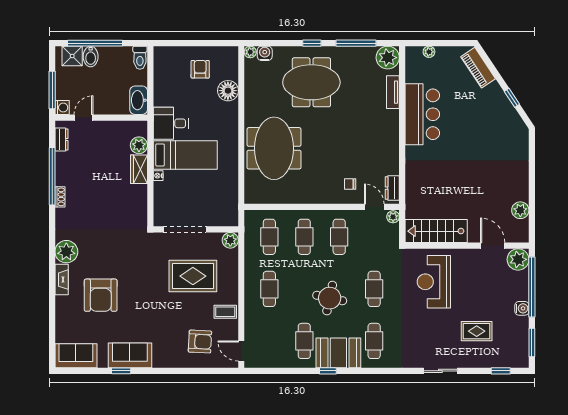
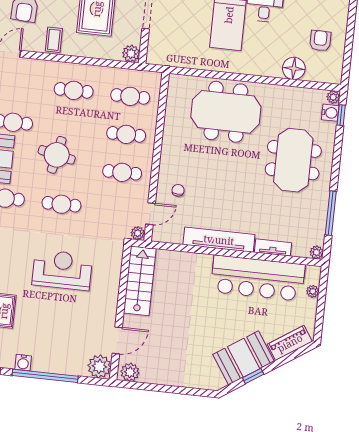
window: (312, 43) -> (341, 115), moved
plant: (388, 58) -> (316, 252), width x0.53, depth x0.53
armchair: (200, 69) -> (320, 41), turned -90
booth: (496, 108) -> (244, 358), added
bar counter: (422, 114) -> (258, 278), width x1.36
tv unit: (391, 142) -> (219, 240), added
dresser: (392, 188) -> (169, 236), removed
stairs: (436, 231) -> (140, 281), moved
wall: (467, 246) -> (120, 313), moved
door: (493, 246) -> (117, 340), moved
plant: (518, 259) -> (99, 366), moved

